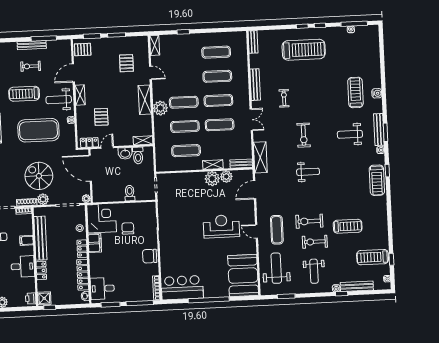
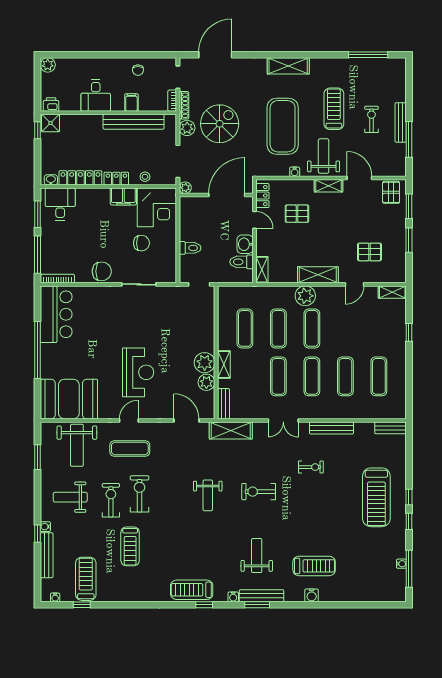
chair: (150, 256) -> (102, 271), turned 90
weight bench: (276, 268) -> (77, 445), turned 90
locker: (41, 271) -> (89, 121), removed

